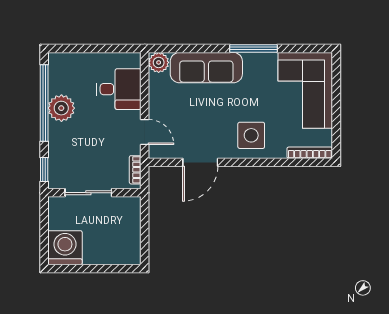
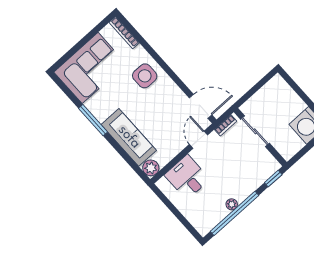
plant: (61, 108) -> (232, 204), width x0.53, depth x0.53
door: (200, 162) -> (201, 106), moved
sliding door: (88, 193) -> (255, 131), moved

